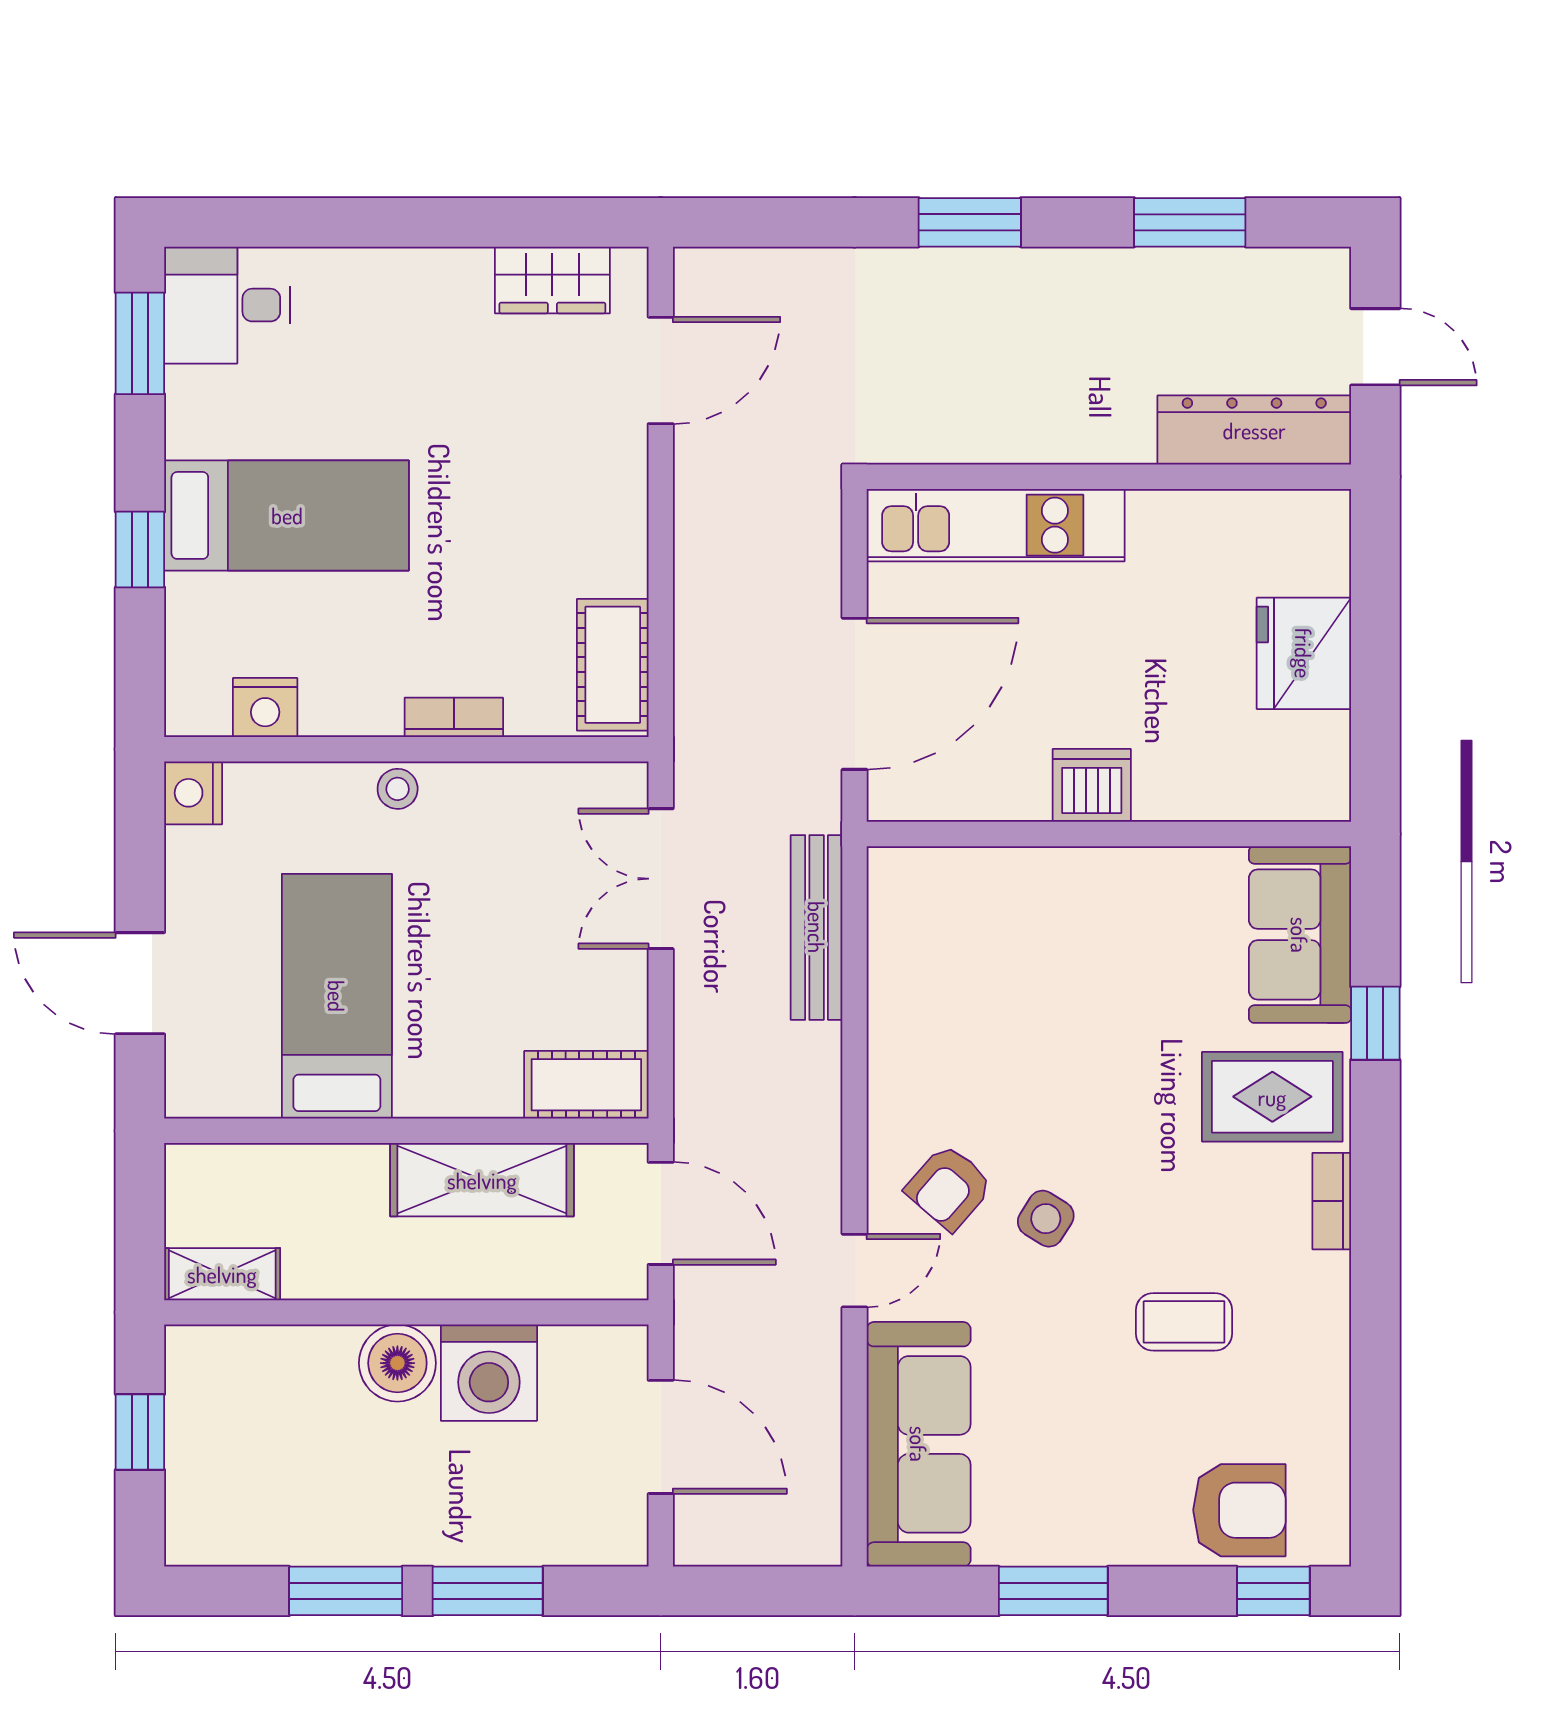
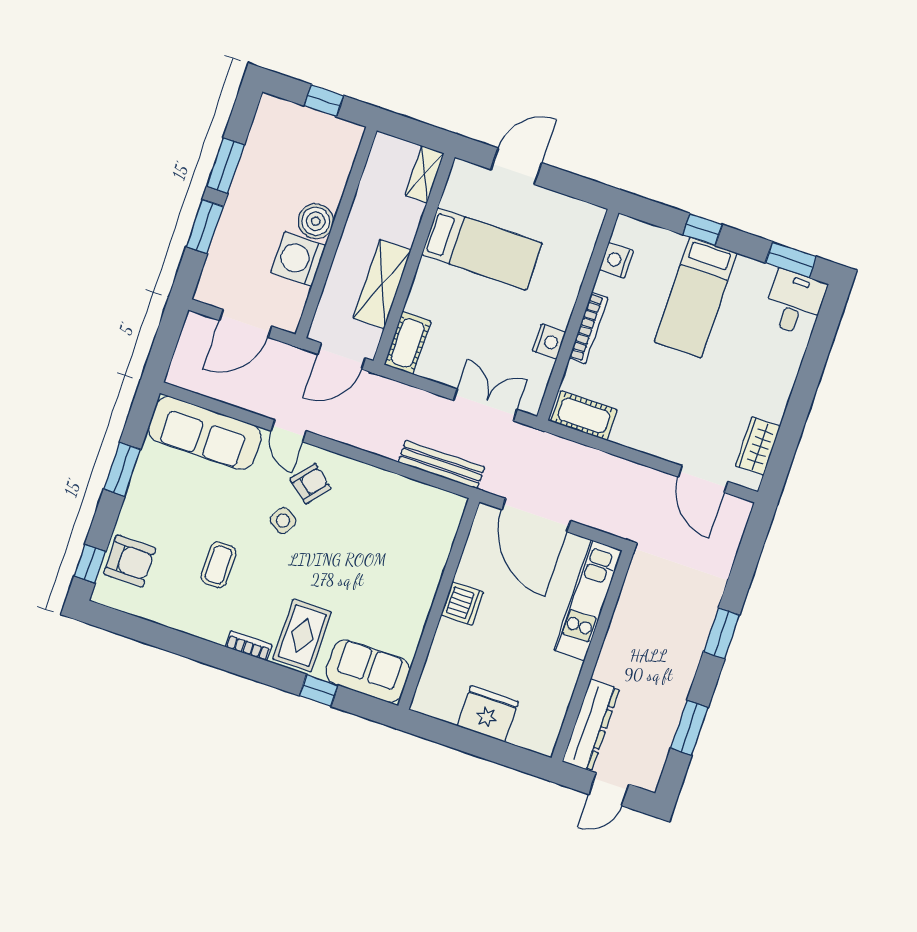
bookcase: (454, 717) -> (589, 328), width x1.56
stool: (398, 789) -> (562, 305), removed
nightstand: (193, 793) -> (549, 342), moved, turned 90
armchair: (949, 1187) -> (311, 484), turned 88
shelving: (222, 1274) -> (425, 174), moved
armchair: (1239, 1510) -> (130, 561), turned -90

